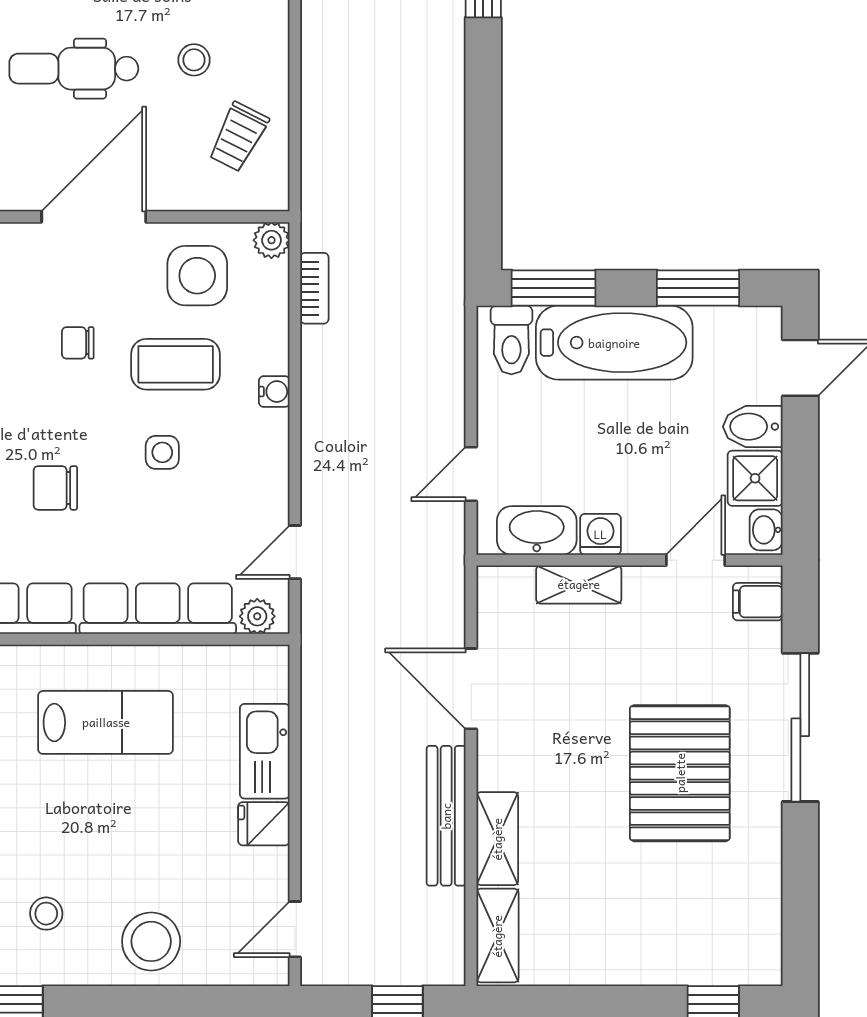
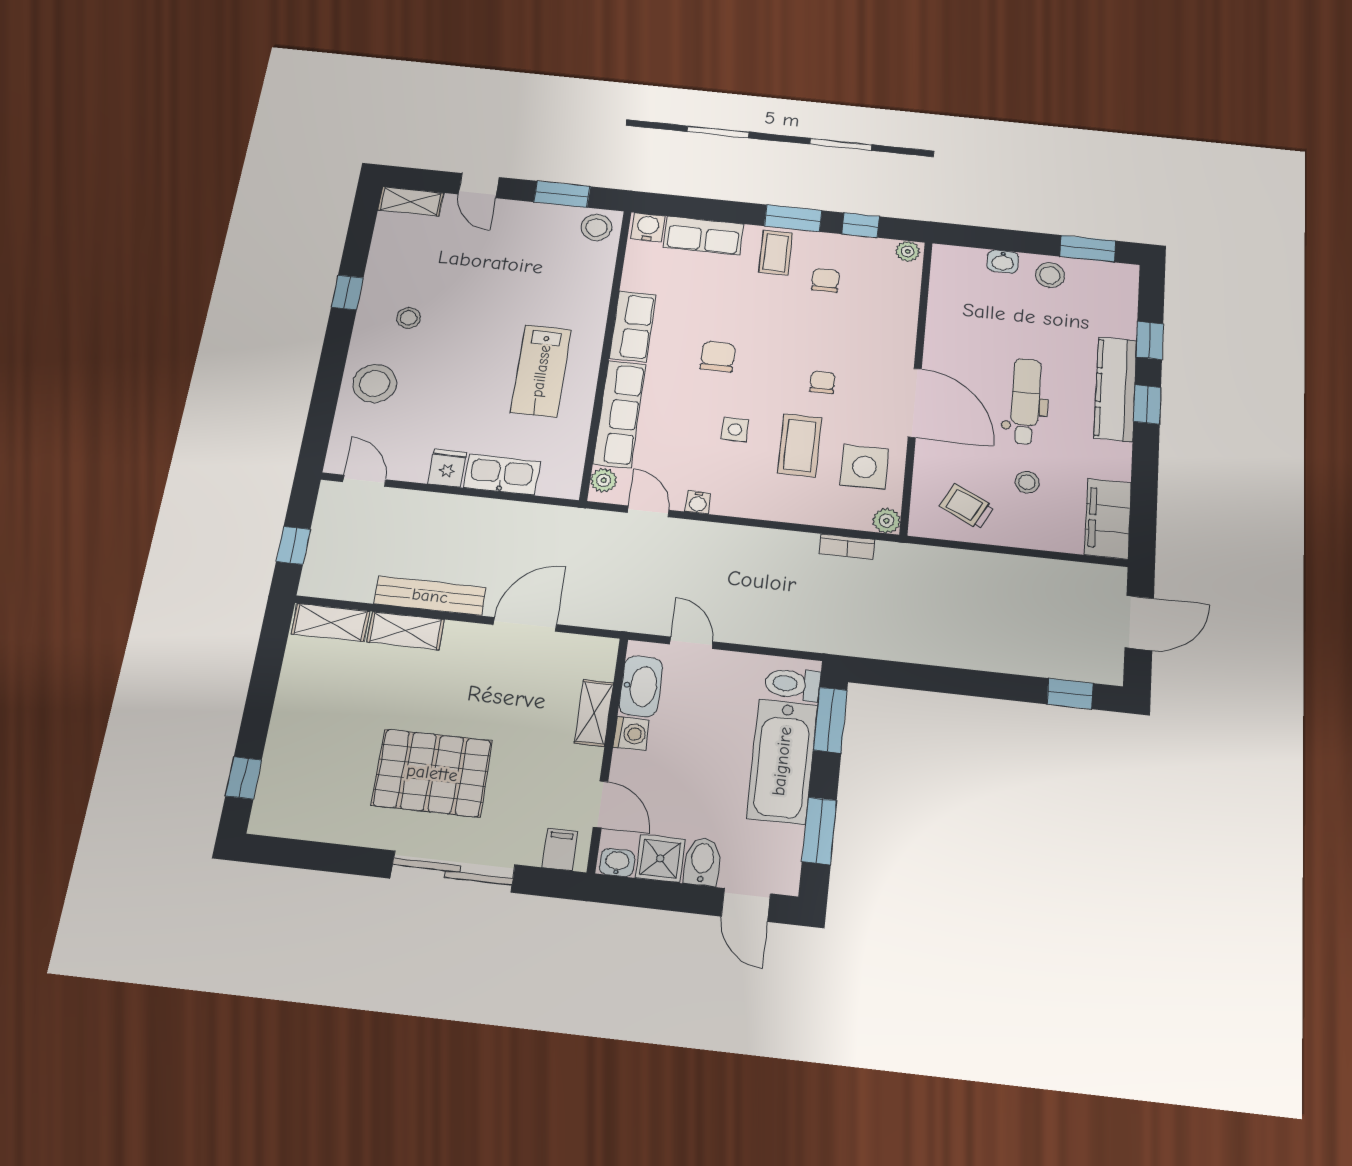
water cooler: (274, 392) -> (698, 502), moved

